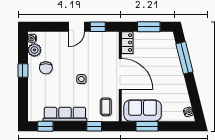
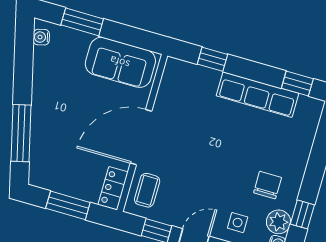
window: (23, 70) -> (302, 214), moved
door: (120, 74) -> (141, 137), hinge flipped
side table: (81, 79) -> (238, 223), moved
coffee table: (106, 107) -> (147, 190), moved
window: (147, 126) -> (82, 22), moved

